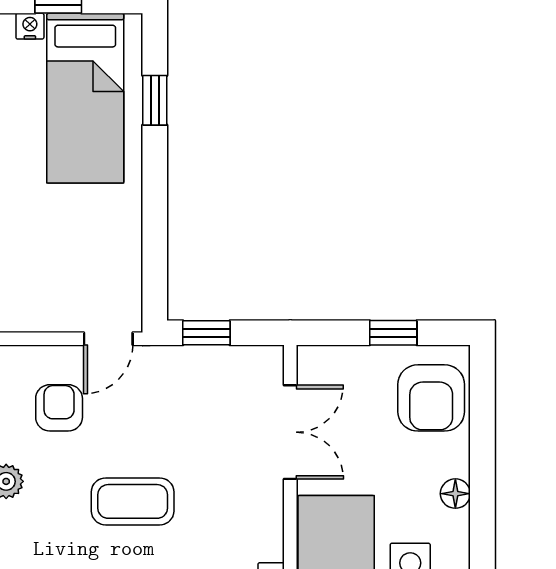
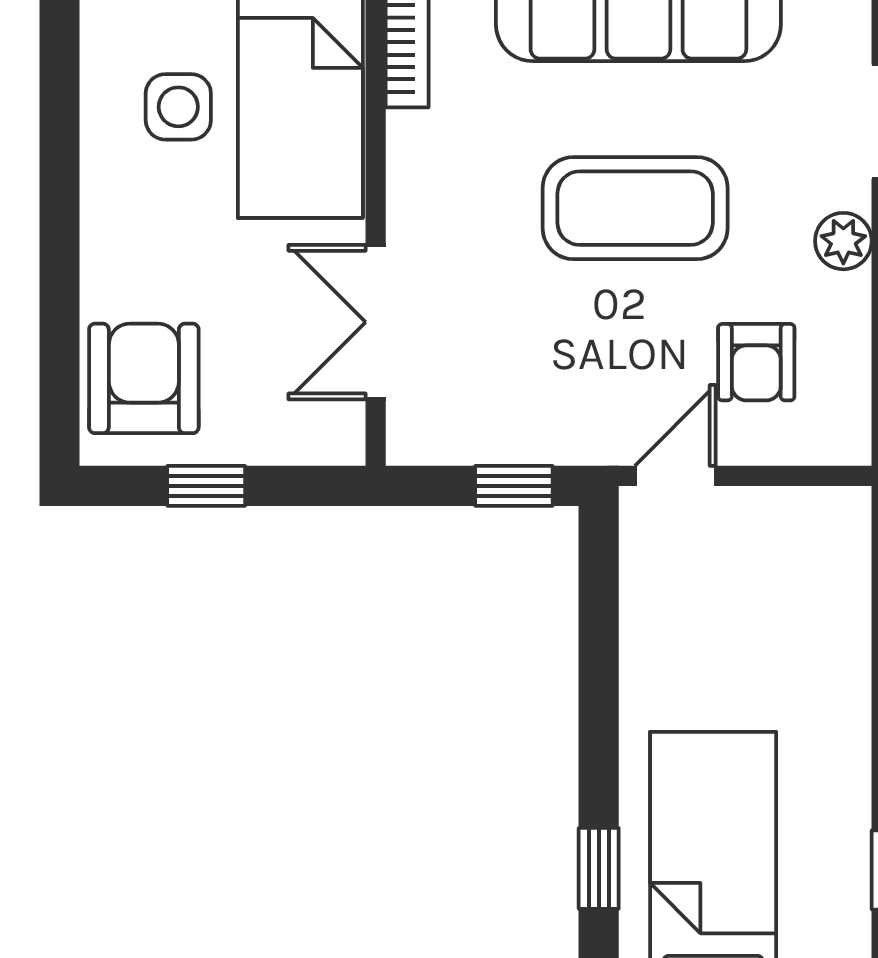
floor lamp: (455, 494) -> (104, 221), removed
coffee table: (133, 501) -> (635, 208), width x1.36, depth x1.32

